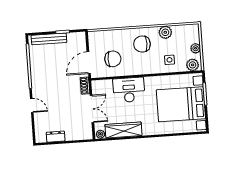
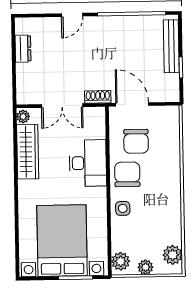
plant: (165, 32) -> (173, 255), moved
chair: (142, 44) -> (127, 174), moved
side table: (169, 60) -> (123, 208), moved

